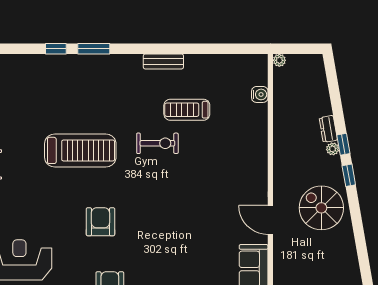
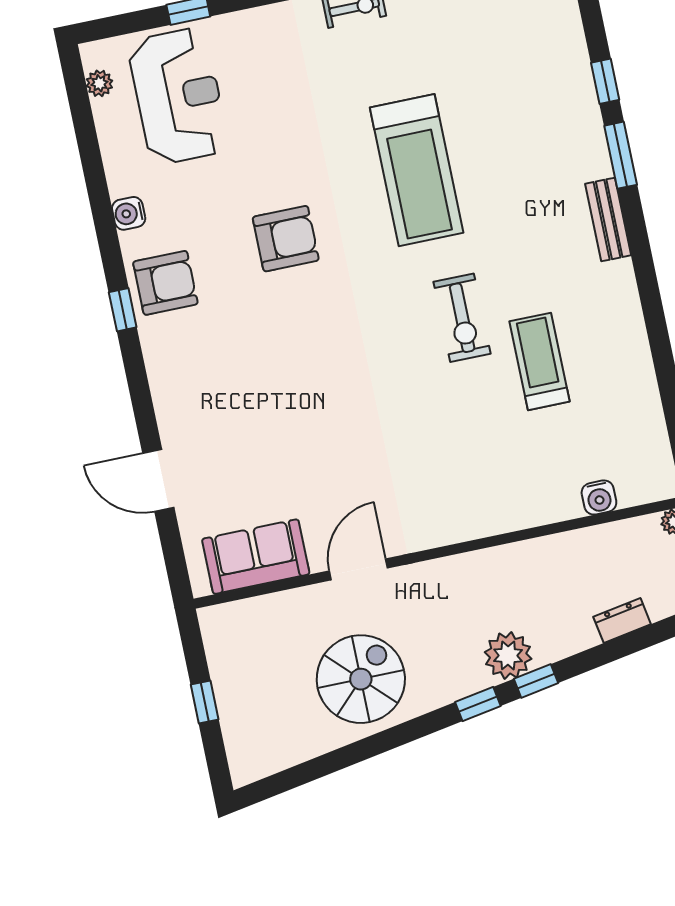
bench: (163, 61) -> (608, 219), moved
dresser: (328, 129) -> (622, 620), moved
plant: (333, 149) -> (508, 655), width x1.88, depth x1.88
spiral stairs: (321, 208) -> (361, 679), moved

